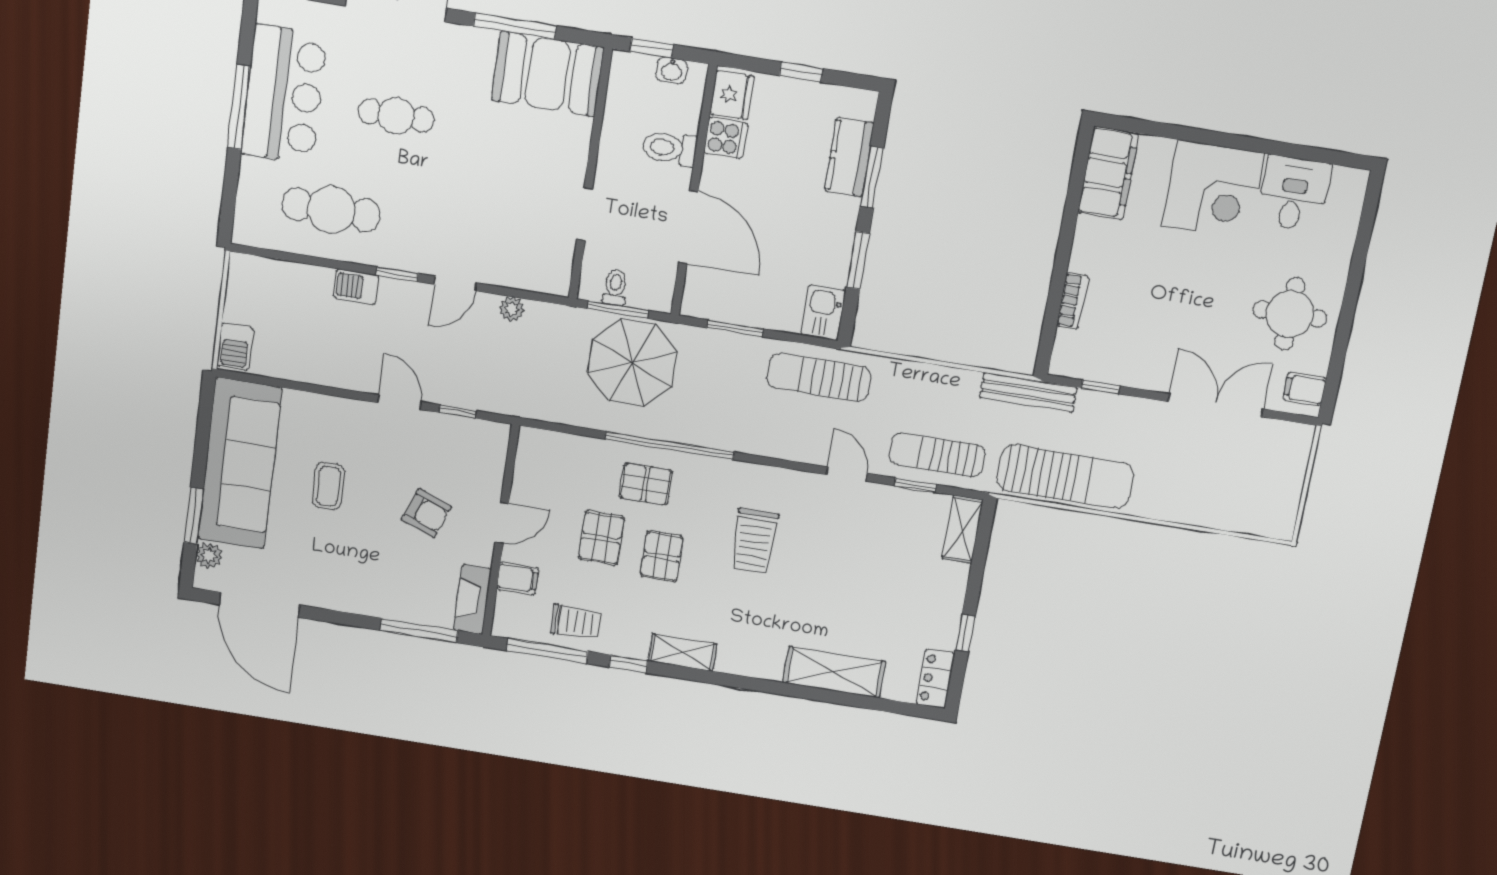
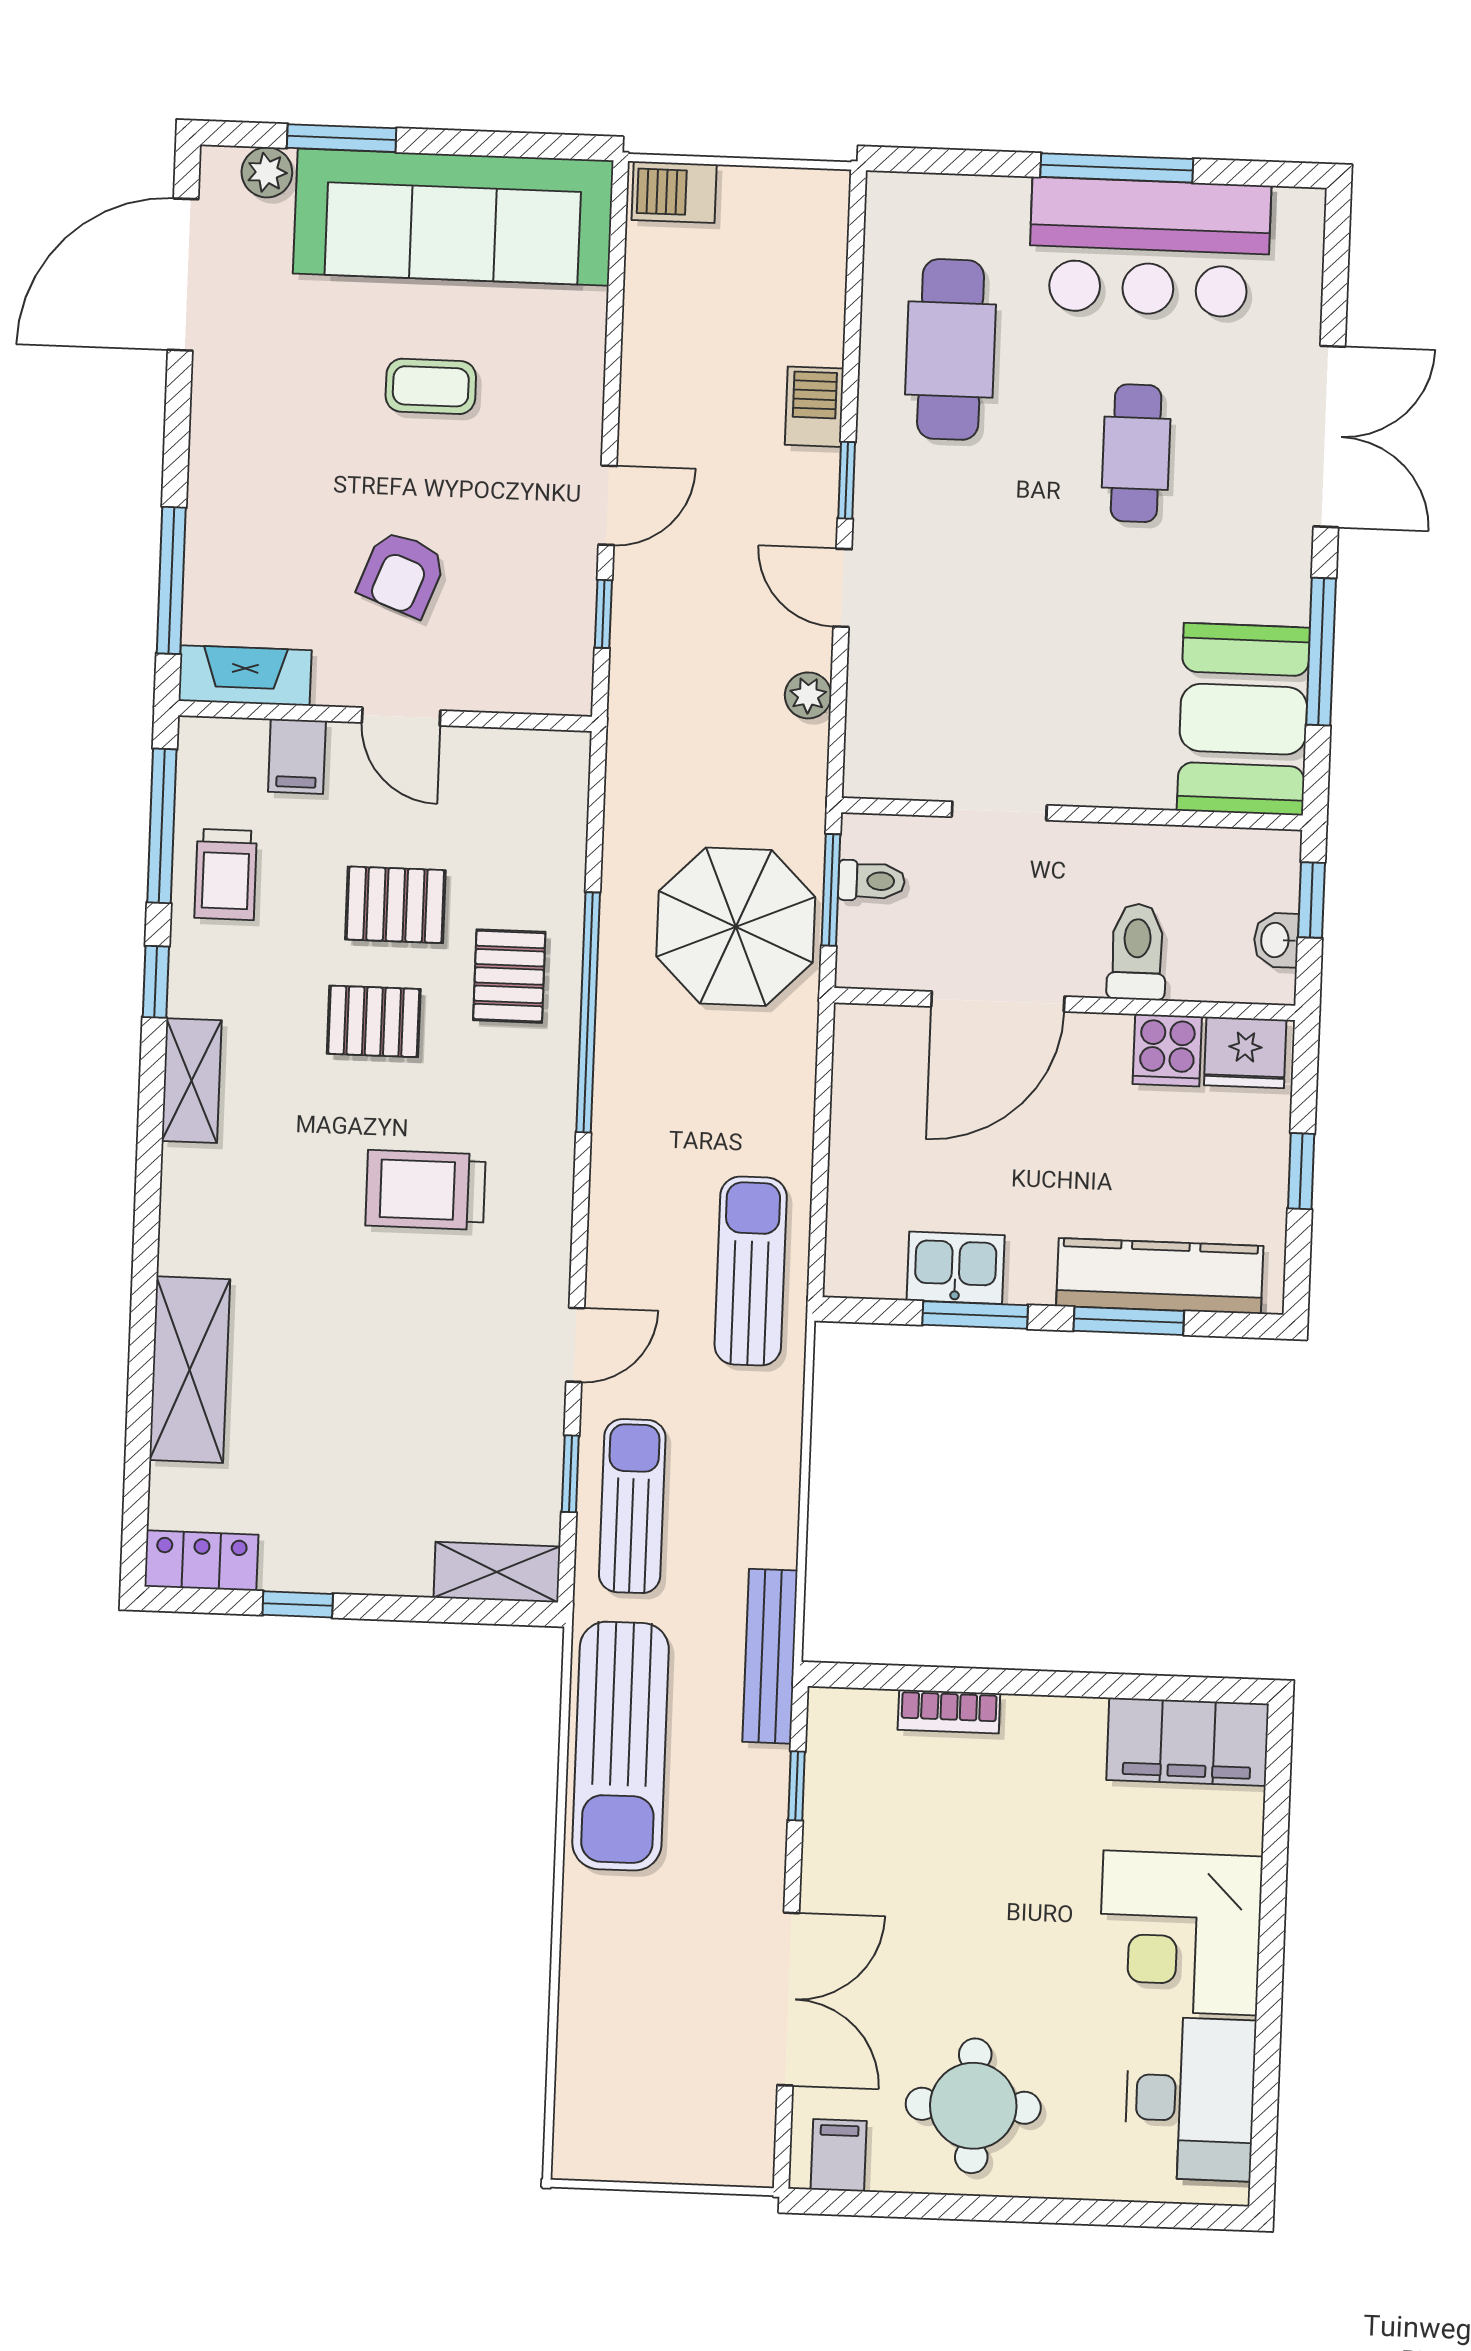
kitchen counter: (849, 157) -> (1160, 1276), width x1.50
desk: (1294, 194) -> (1190, 2099), width x1.37
kitchen sink: (823, 313) -> (956, 1268), moved
window: (735, 328) -> (823, 1108), removed

